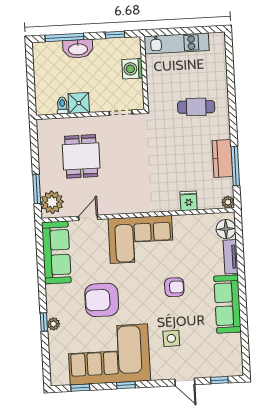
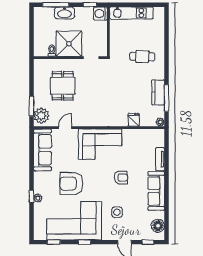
washing machine: (132, 69) -> (100, 13), moved
shower: (79, 103) -> (69, 44), width x1.86, depth x1.86
floor lamp: (226, 229) -> (158, 226), moved

